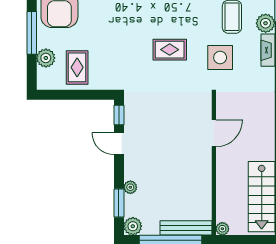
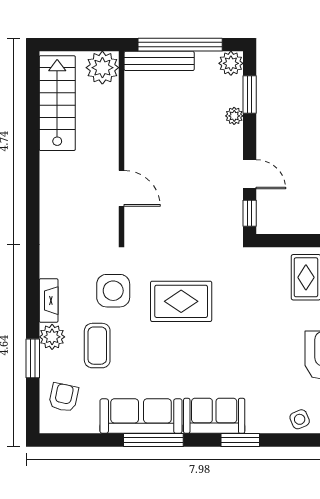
rug: (170, 50) -> (181, 301), width x1.36, depth x1.43
door: (214, 133) -> (122, 188), swing flipped
plant: (222, 229) -> (102, 68), width x1.88, depth x1.88

